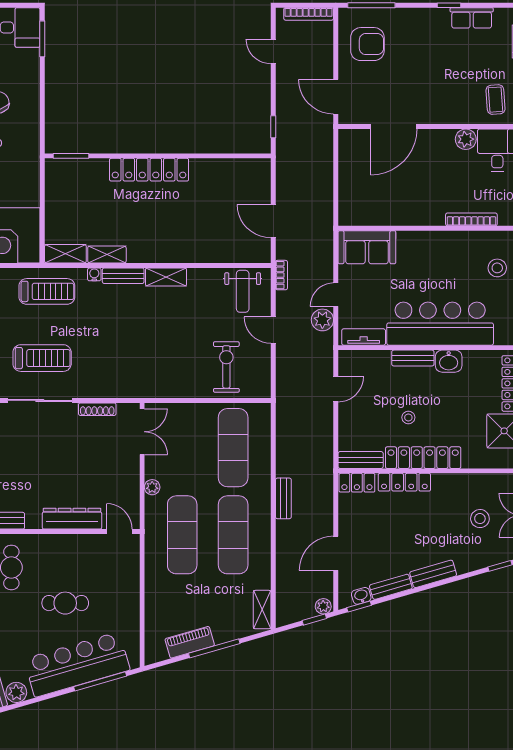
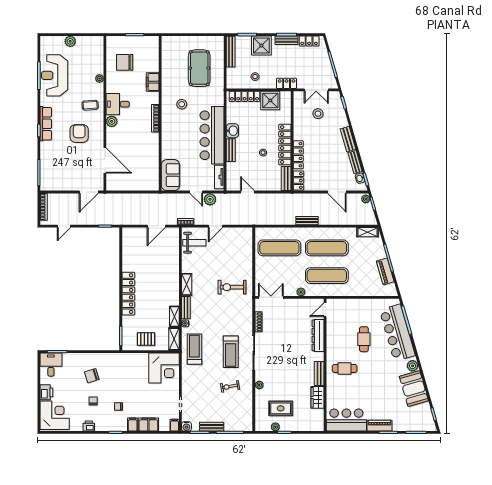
row of seats: (472, 18) -> (46, 124), width x1.48
armchair: (367, 44) -> (79, 134), moved
pallet: (65, 202) -> (146, 339), added
treadmill: (42, 358) -> (231, 352), turned 180
exercise bike: (226, 367) -> (232, 287), moved

